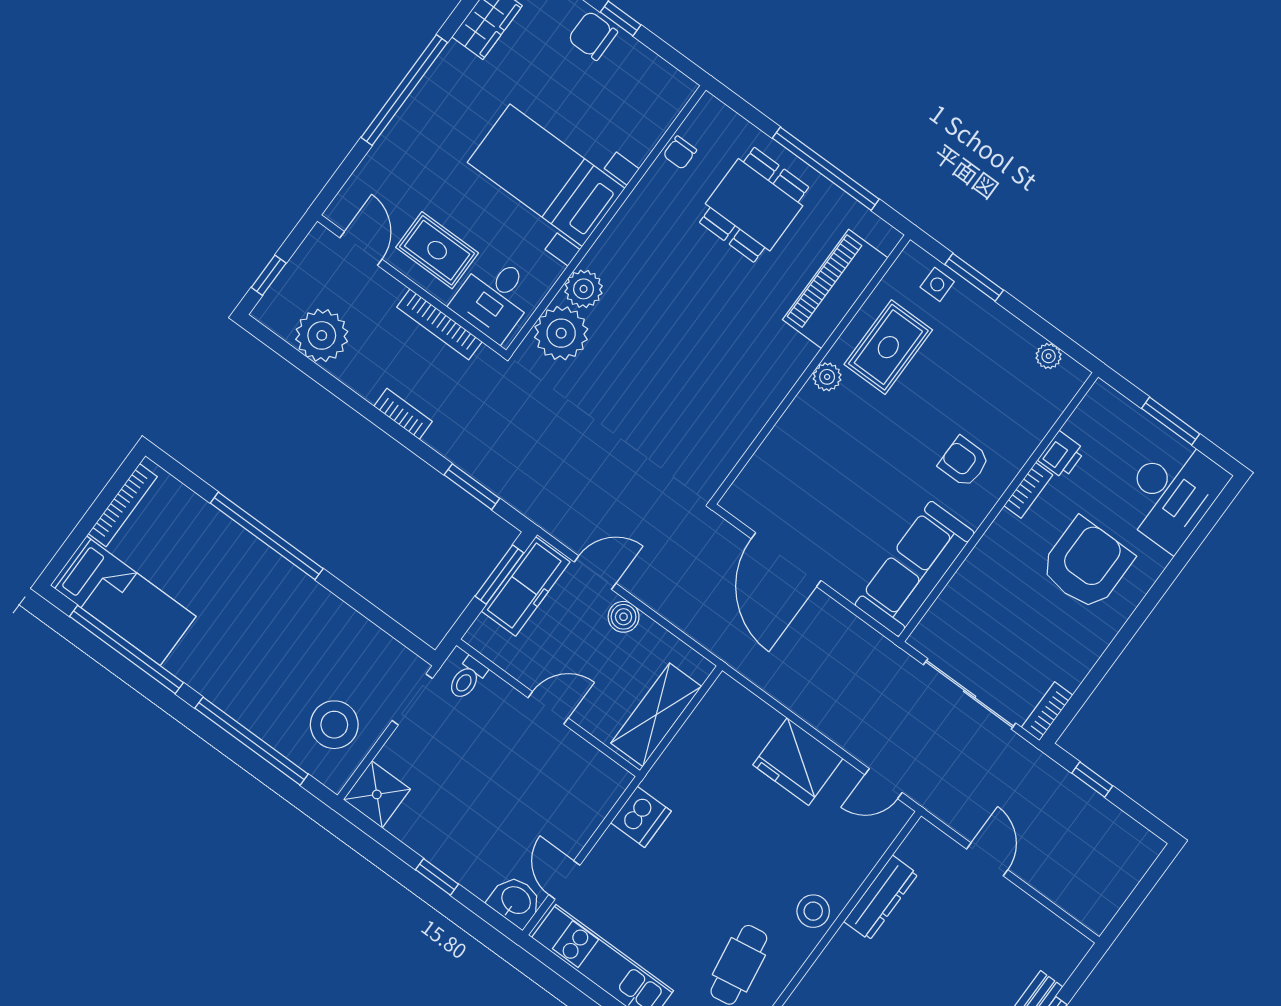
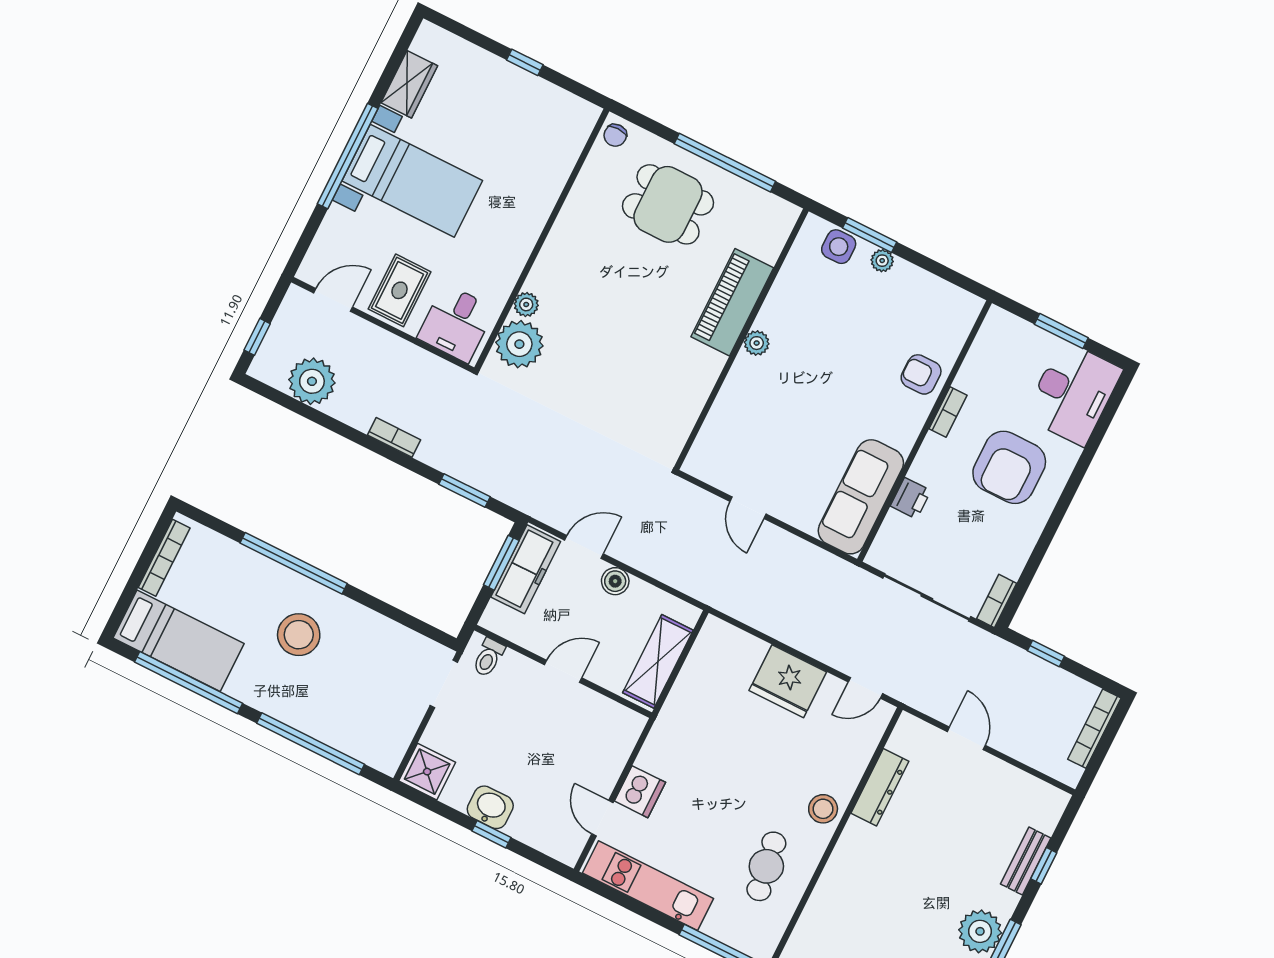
chair: (593, 36) -> (503, 81), removed
chair: (680, 153) -> (615, 135), moved
bed with nightstands: (546, 175) -> (412, 181), moved, turned 180
dining table: (754, 205) -> (668, 204), turned 90
door: (361, 248) -> (333, 300), hinge flipped
rug: (437, 250) -> (400, 290), turned 90
side table: (937, 284) -> (839, 247), width x1.37, depth x1.37
plant: (584, 289) -> (526, 304), width x0.73, depth x0.73
piano: (835, 289) -> (732, 302), moved
bookcase: (439, 324) -> (1094, 729), moved, turned 90
rug: (888, 347) -> (805, 308), removed
plant: (1049, 356) -> (882, 261), moved
printer: (1062, 455) -> (911, 498), moved
armchair: (964, 462) -> (921, 374), moved
door: (786, 560) -> (748, 508), width x0.53
armchair: (1086, 564) -> (1009, 467), turned 180
stool: (334, 725) -> (299, 635), moved
dishwasher: (641, 817) -> (640, 792), moved
washbasin: (515, 901) -> (490, 807), moved

